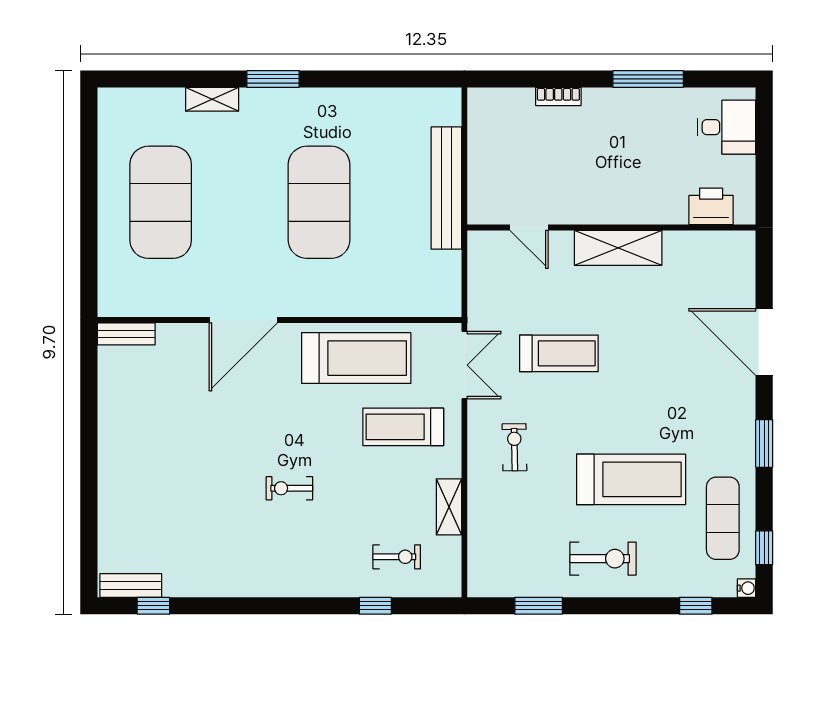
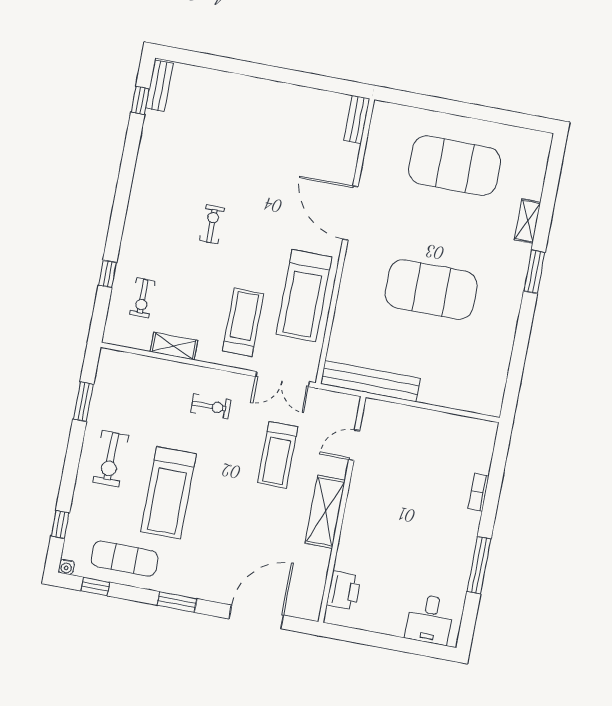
bench: (446, 188) -> (370, 381), moved
printer: (711, 206) -> (344, 591), moved
door: (529, 227) -> (354, 445), moved
wall: (611, 227) -> (342, 509), moved
shelving: (618, 248) -> (325, 512), moved

